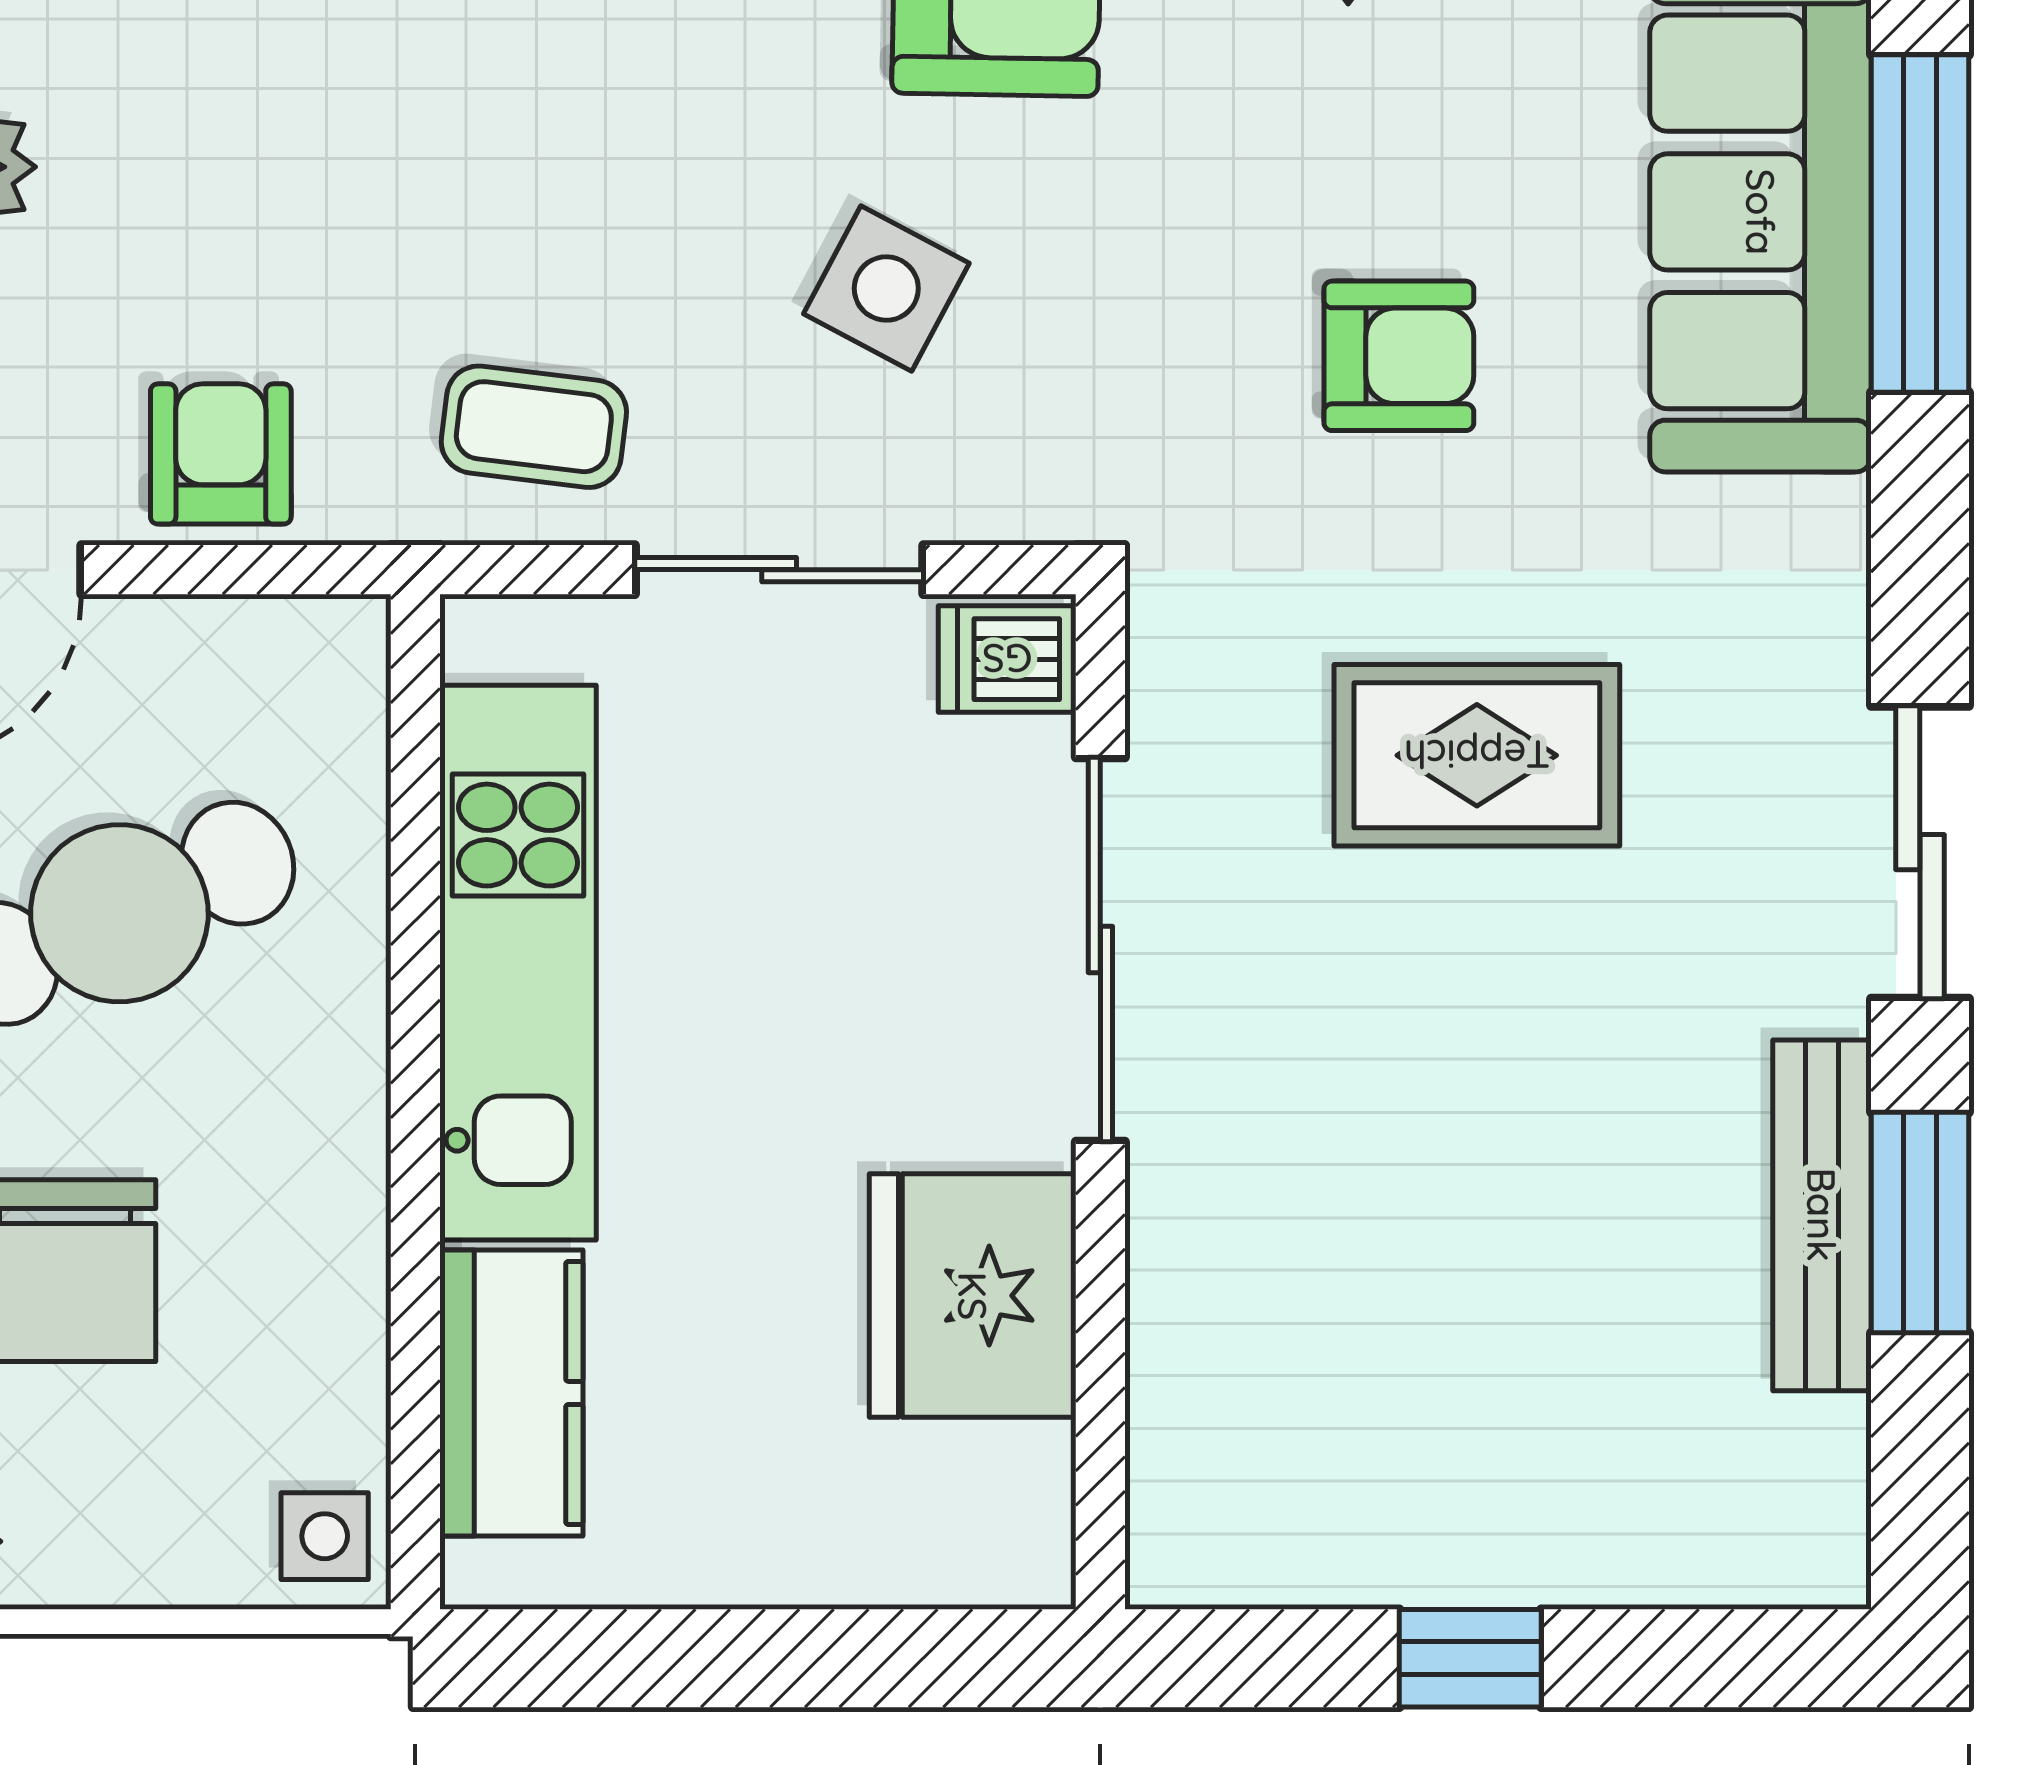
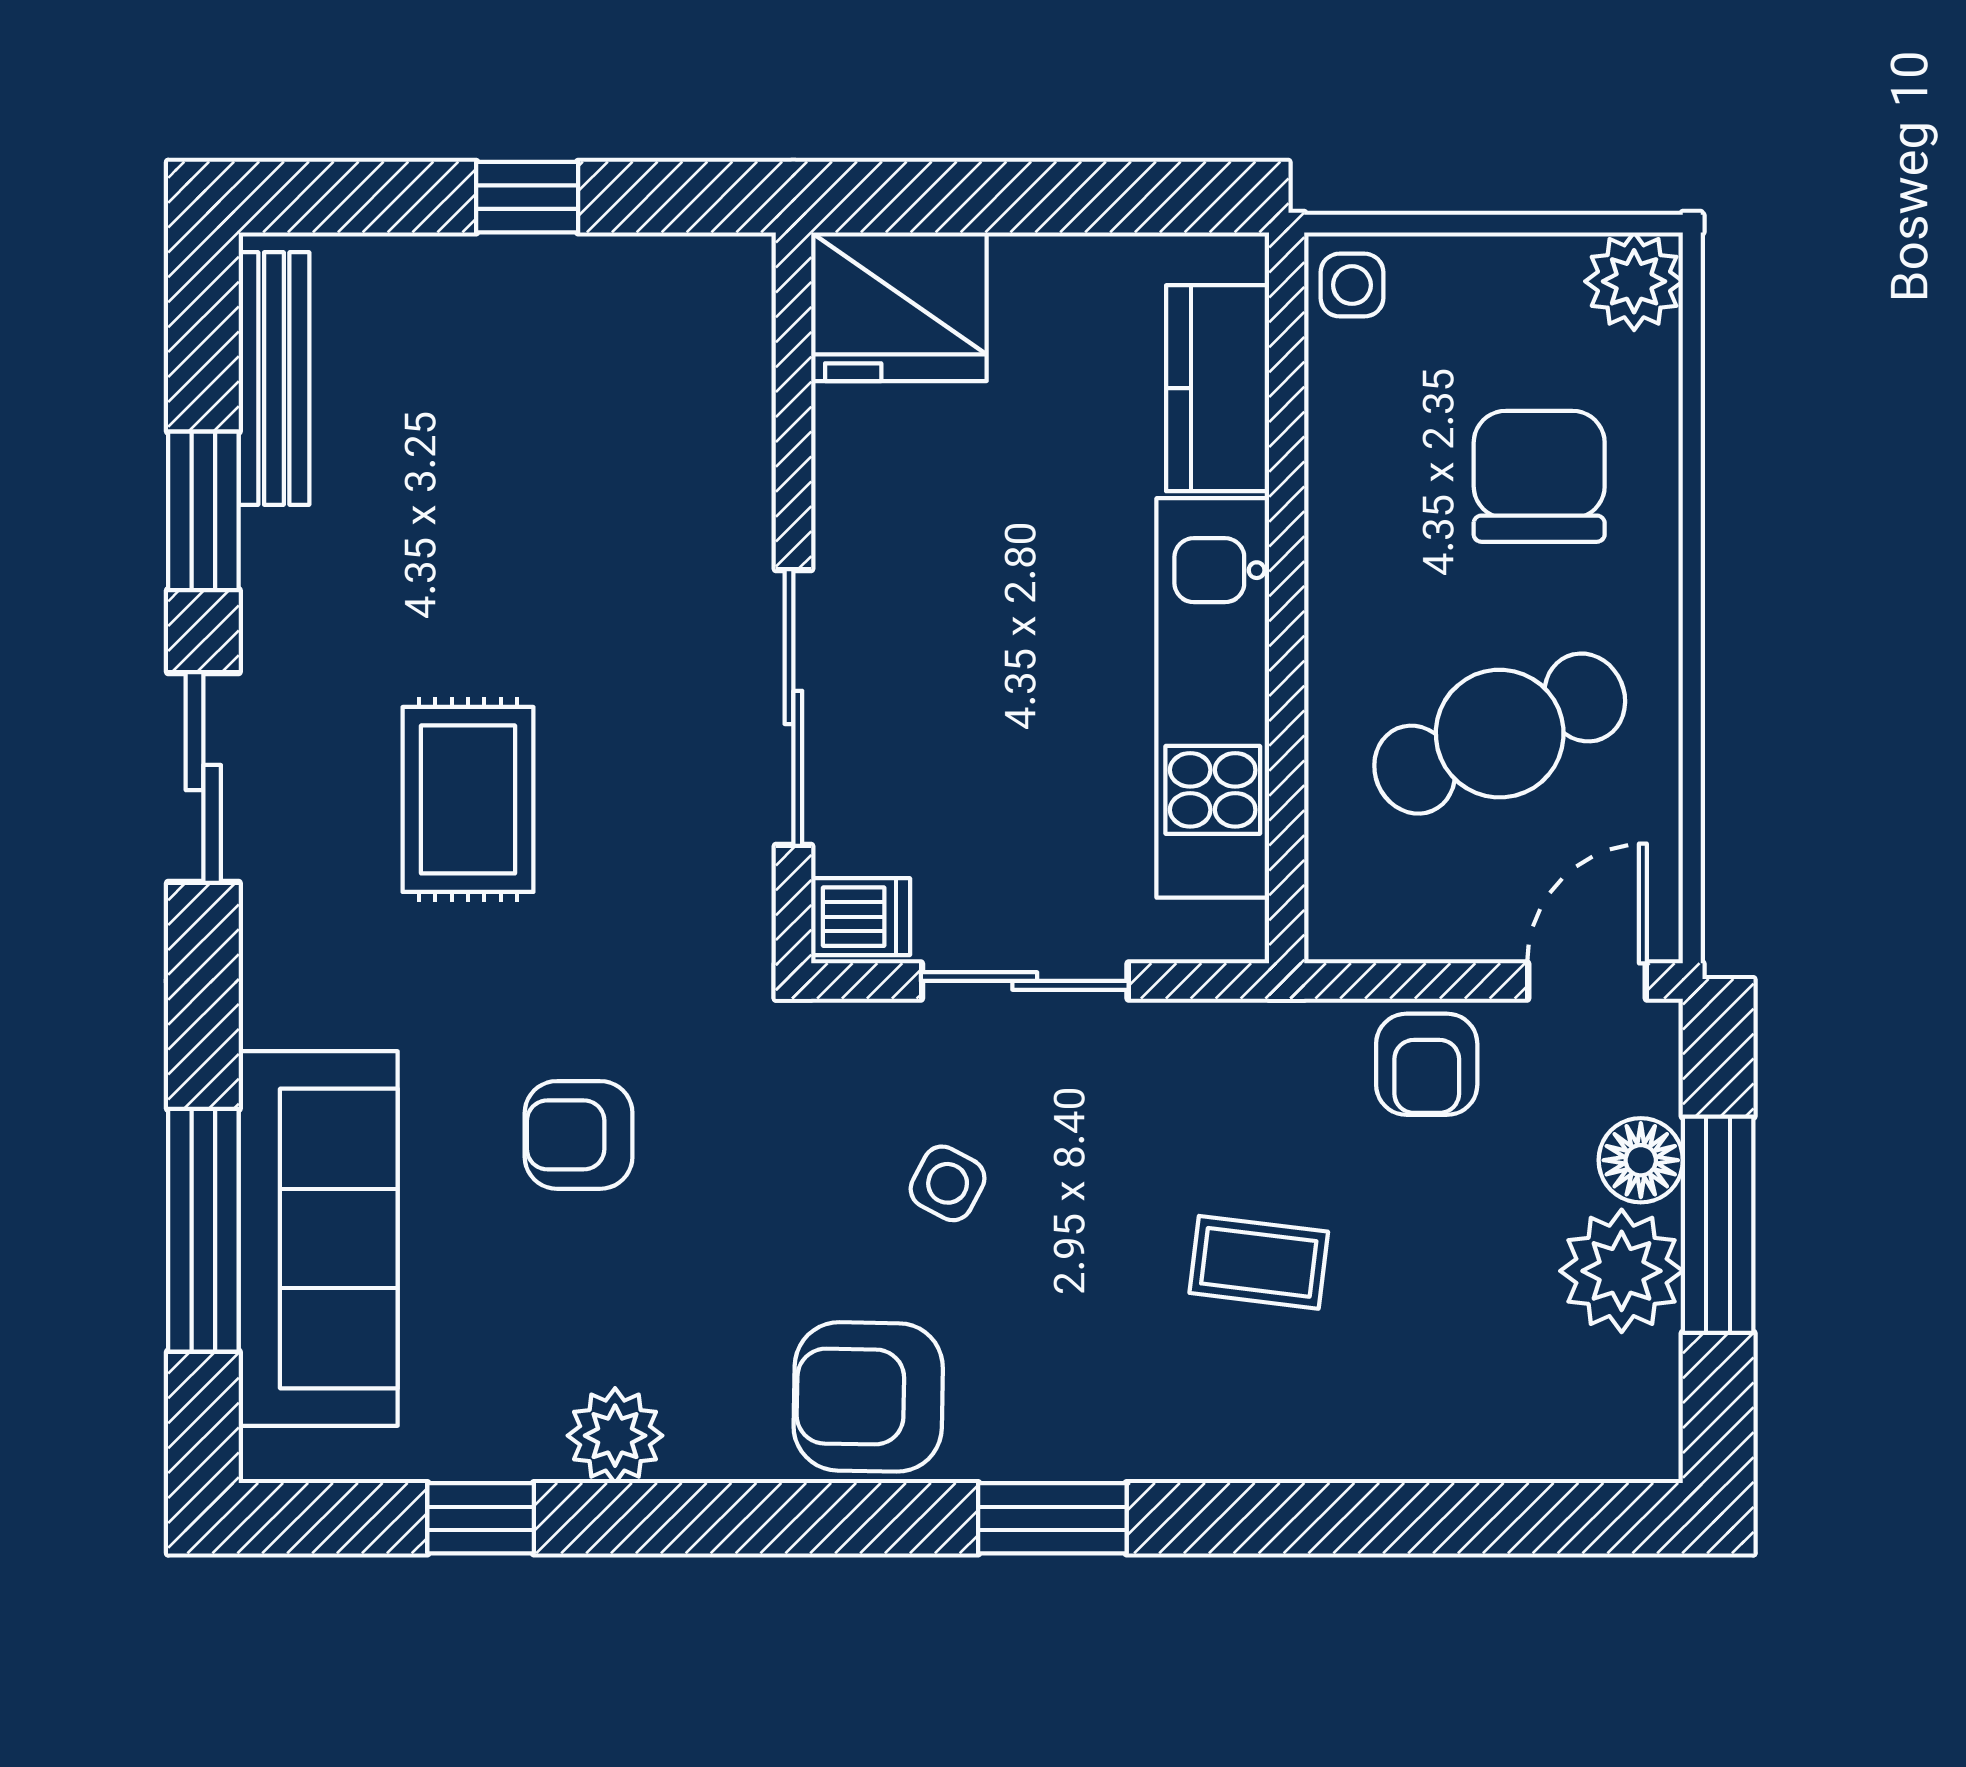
side table: (886, 289) -> (948, 1183), width x0.73, depth x0.73
coffee table: (534, 427) -> (1259, 1262), moved
rug: (1477, 755) -> (468, 799), moved, turned 90
bench: (1822, 1215) -> (274, 378), moved
fridge: (973, 1296) -> (899, 307), moved, turned 90

